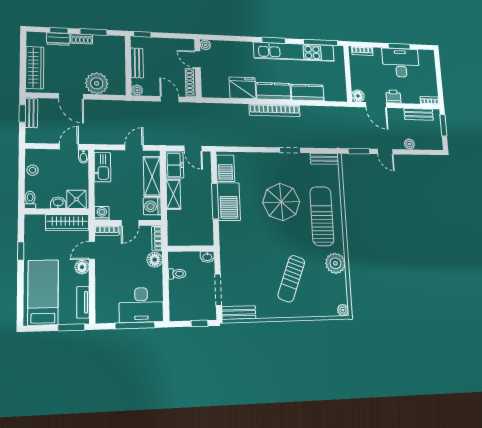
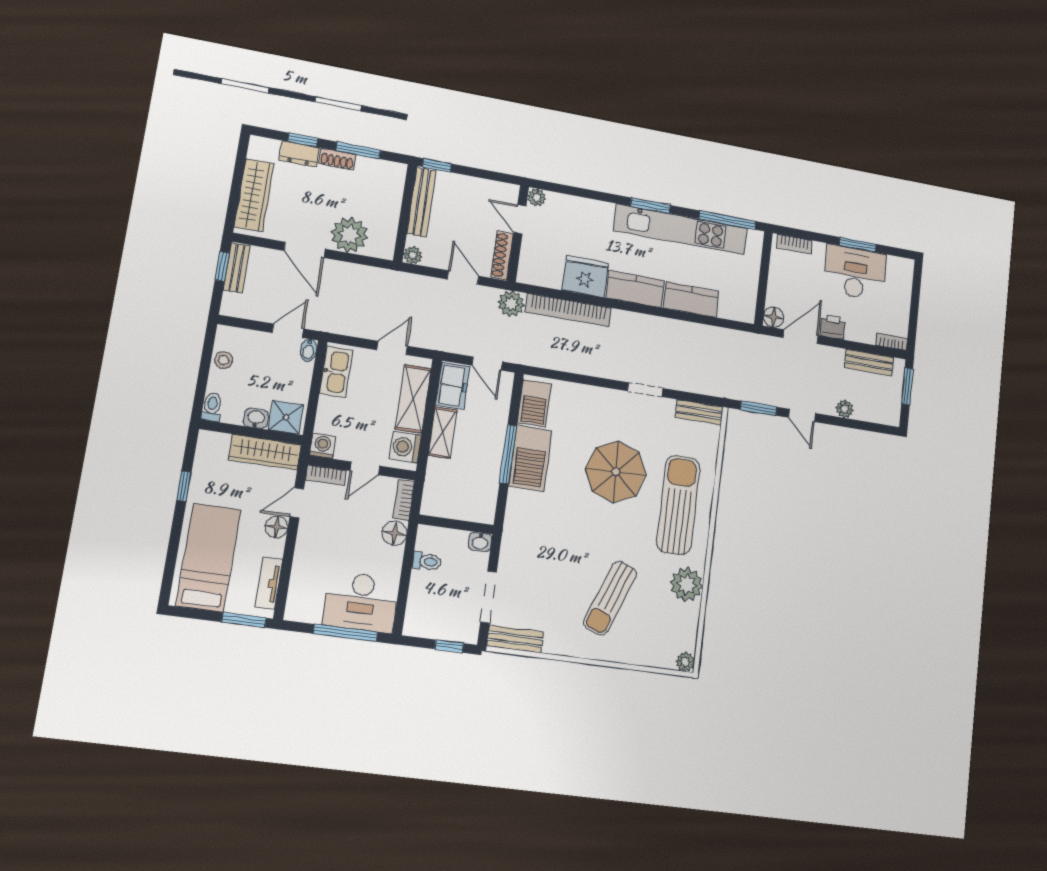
bench: (137, 63) -> (422, 202), width x1.36
door: (376, 105) -> (801, 337), swing flipped
bookcase: (275, 110) -> (568, 310), moved
plant: (201, 111) -> (511, 304), added

